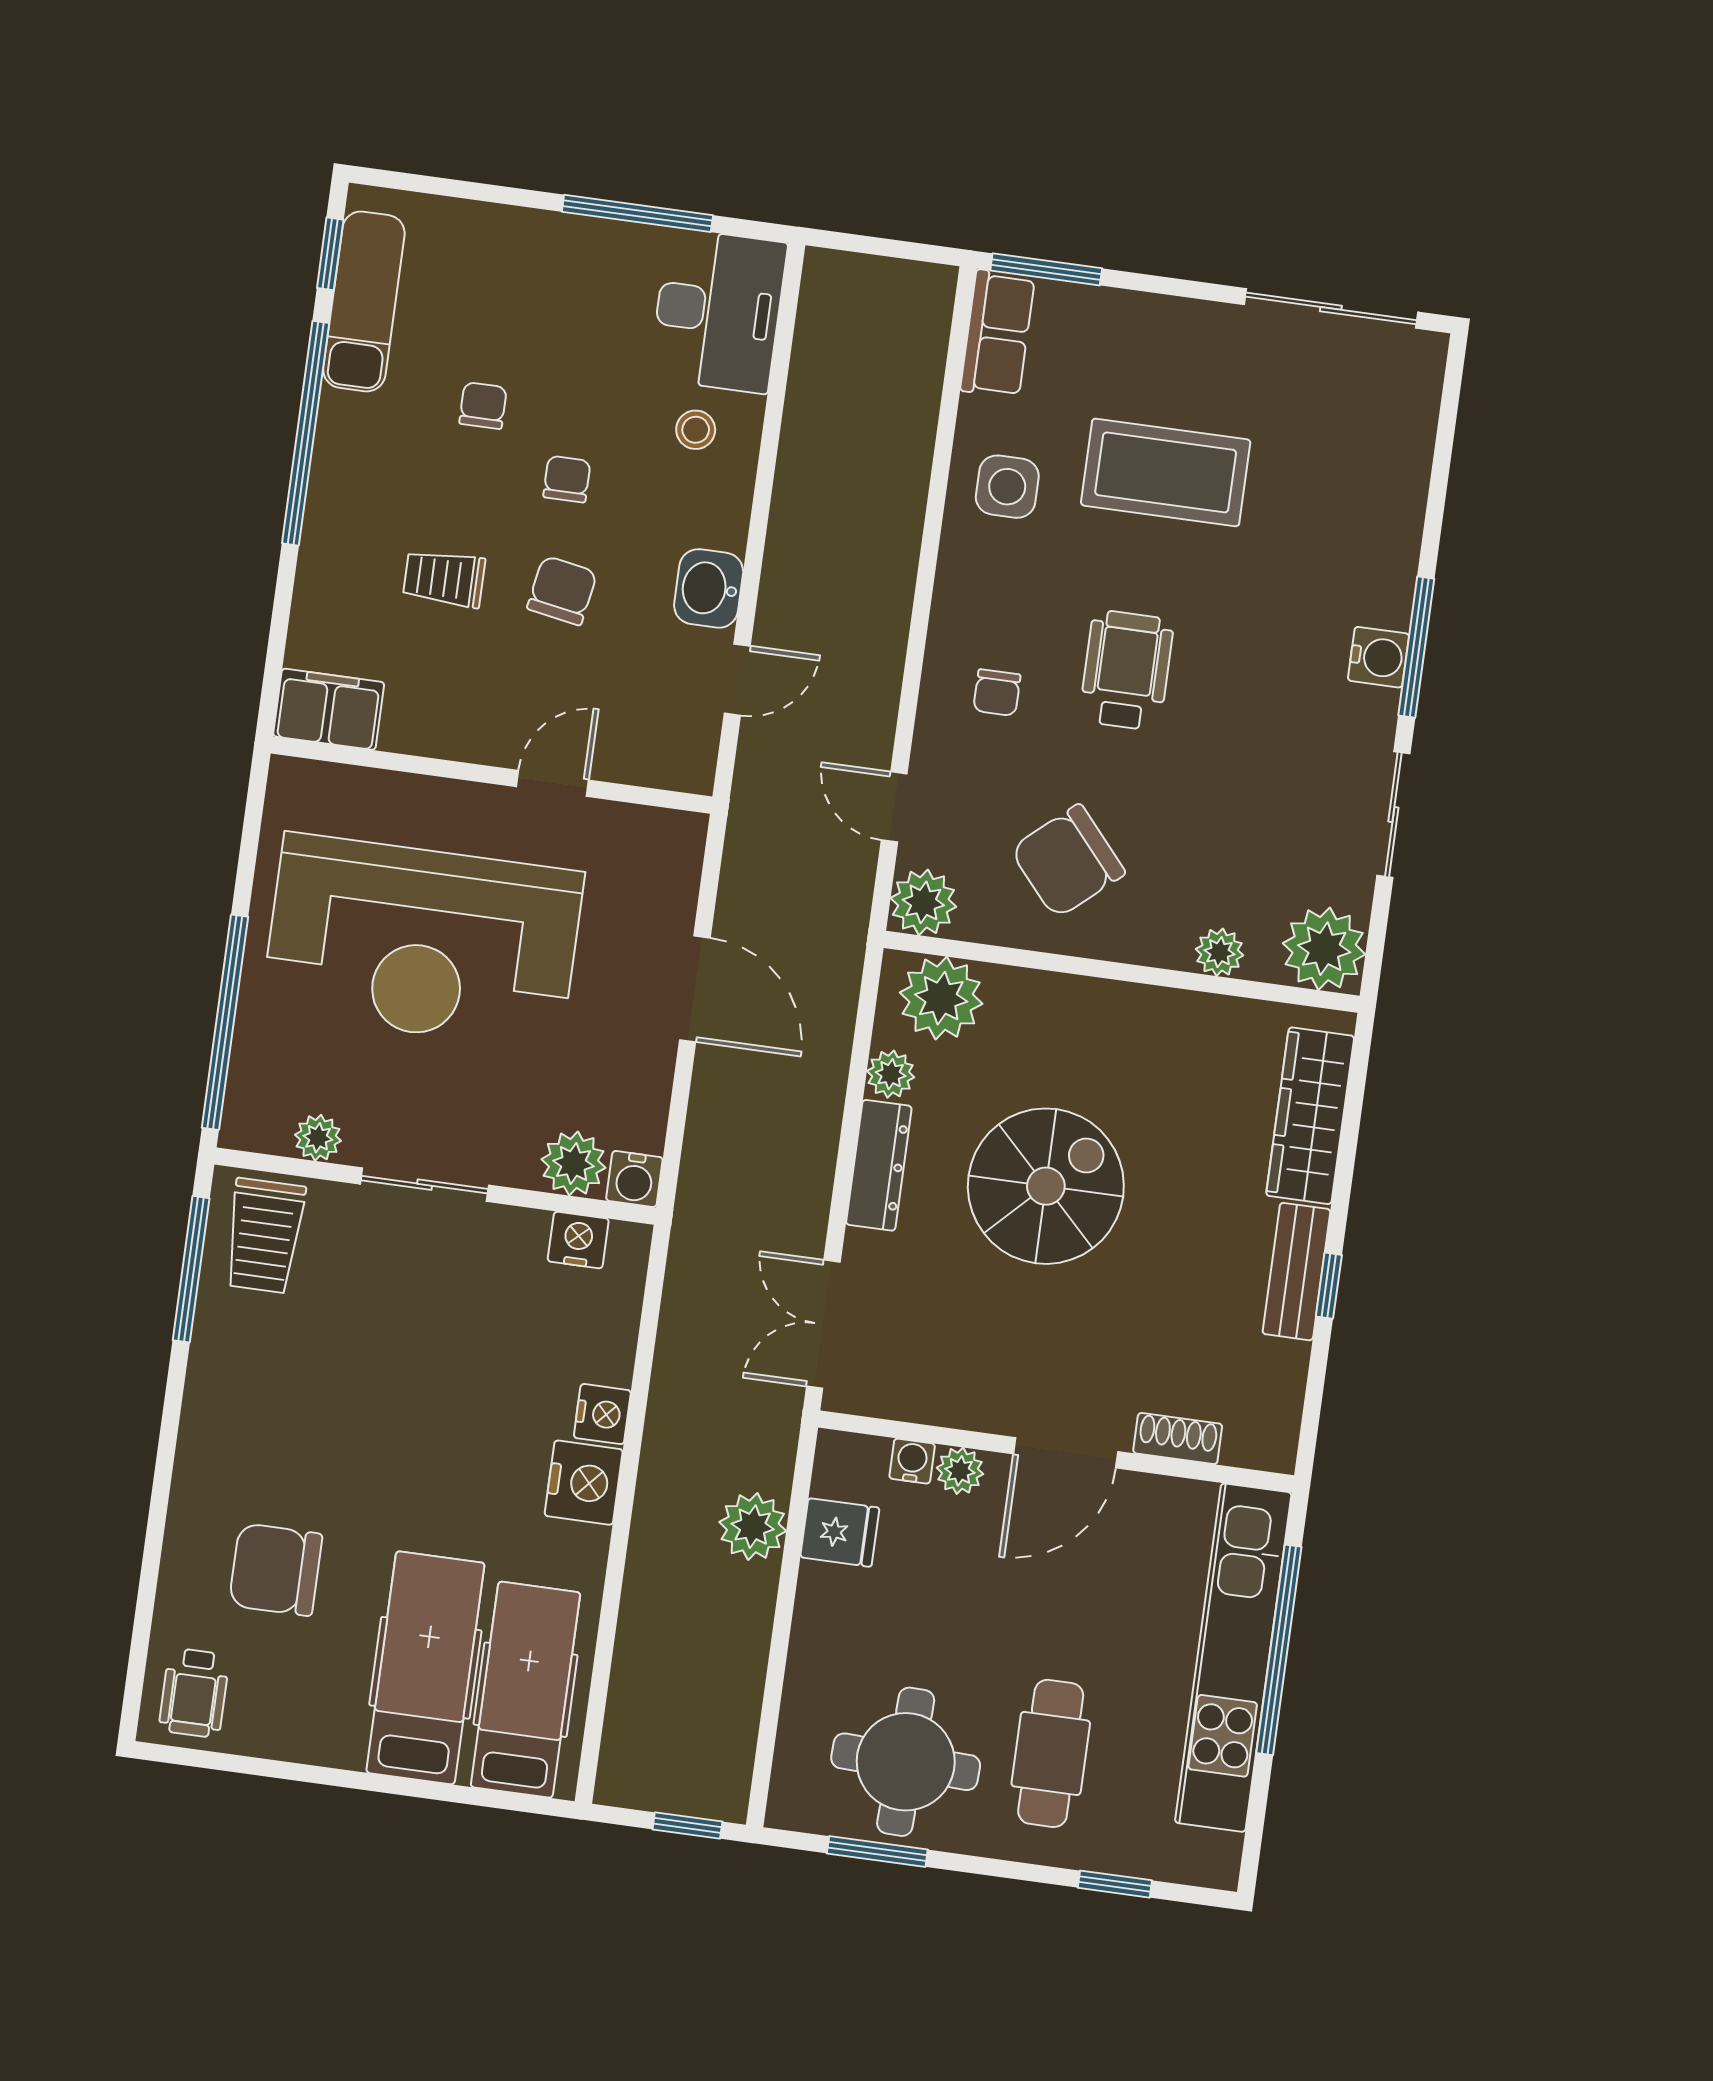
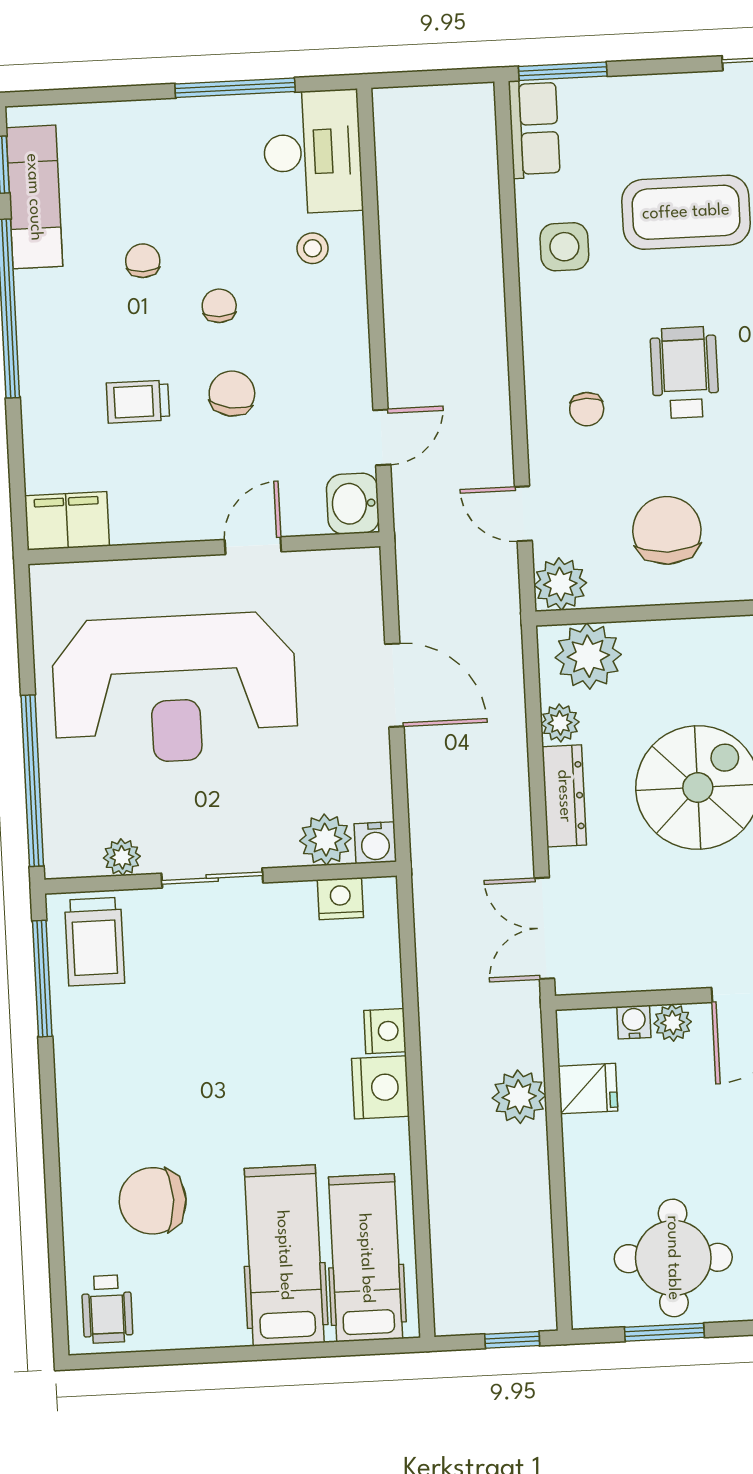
washbasin: (709, 588) -> (353, 504), moved
chair: (1068, 861) -> (667, 530), turned 131

